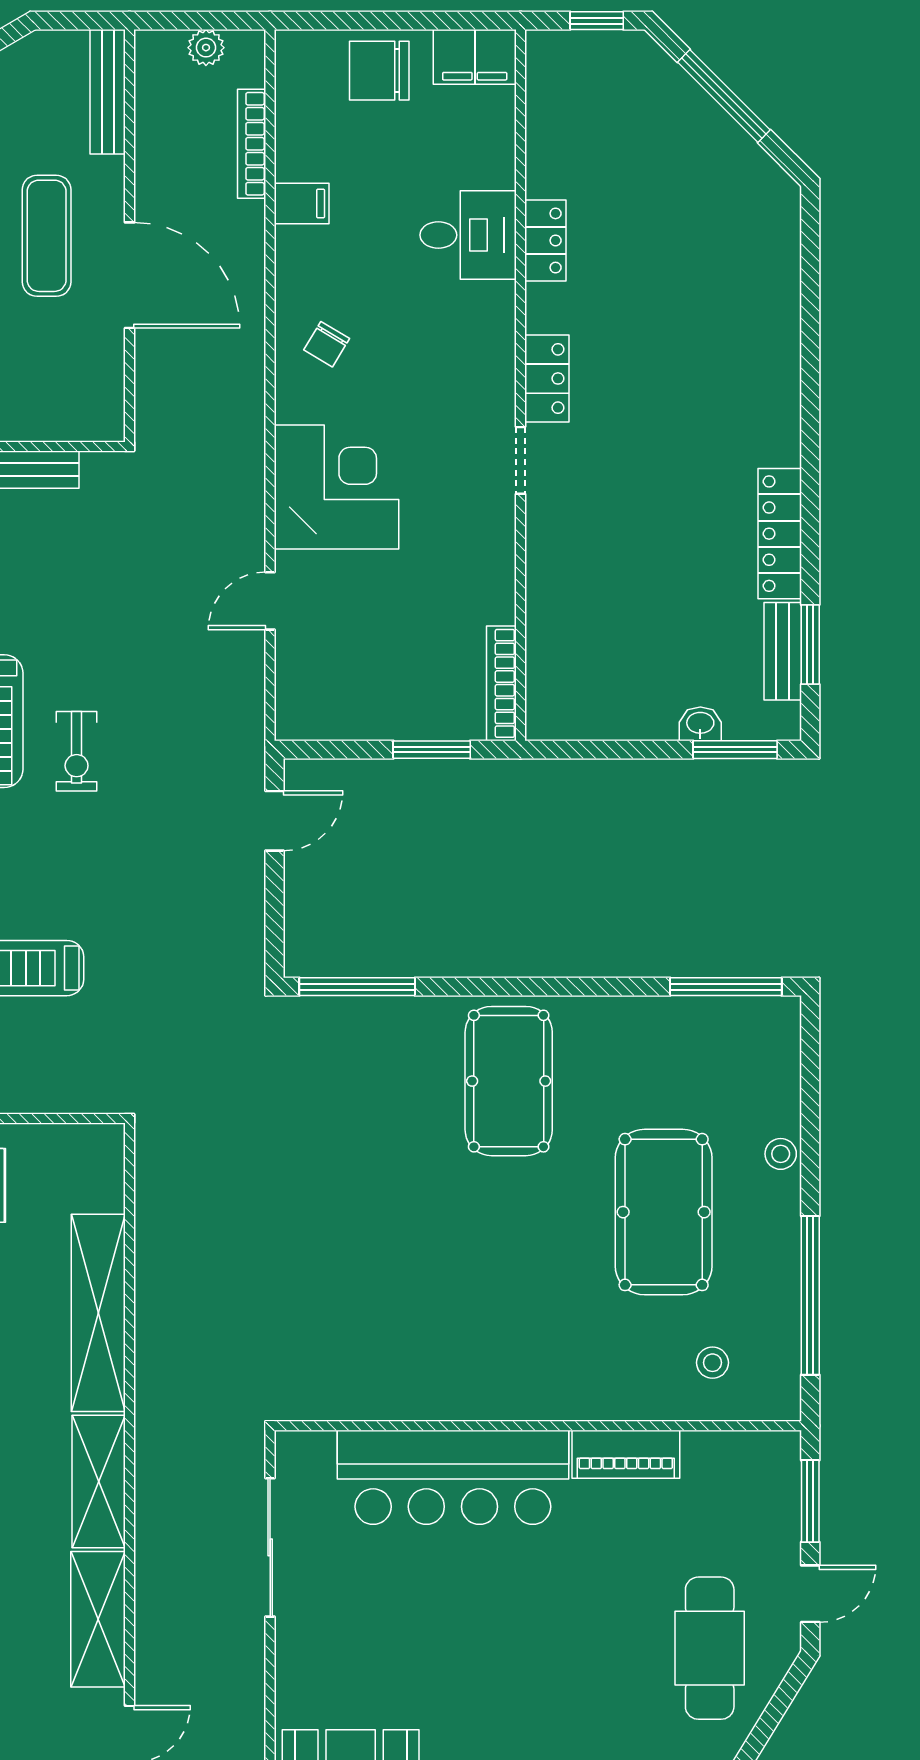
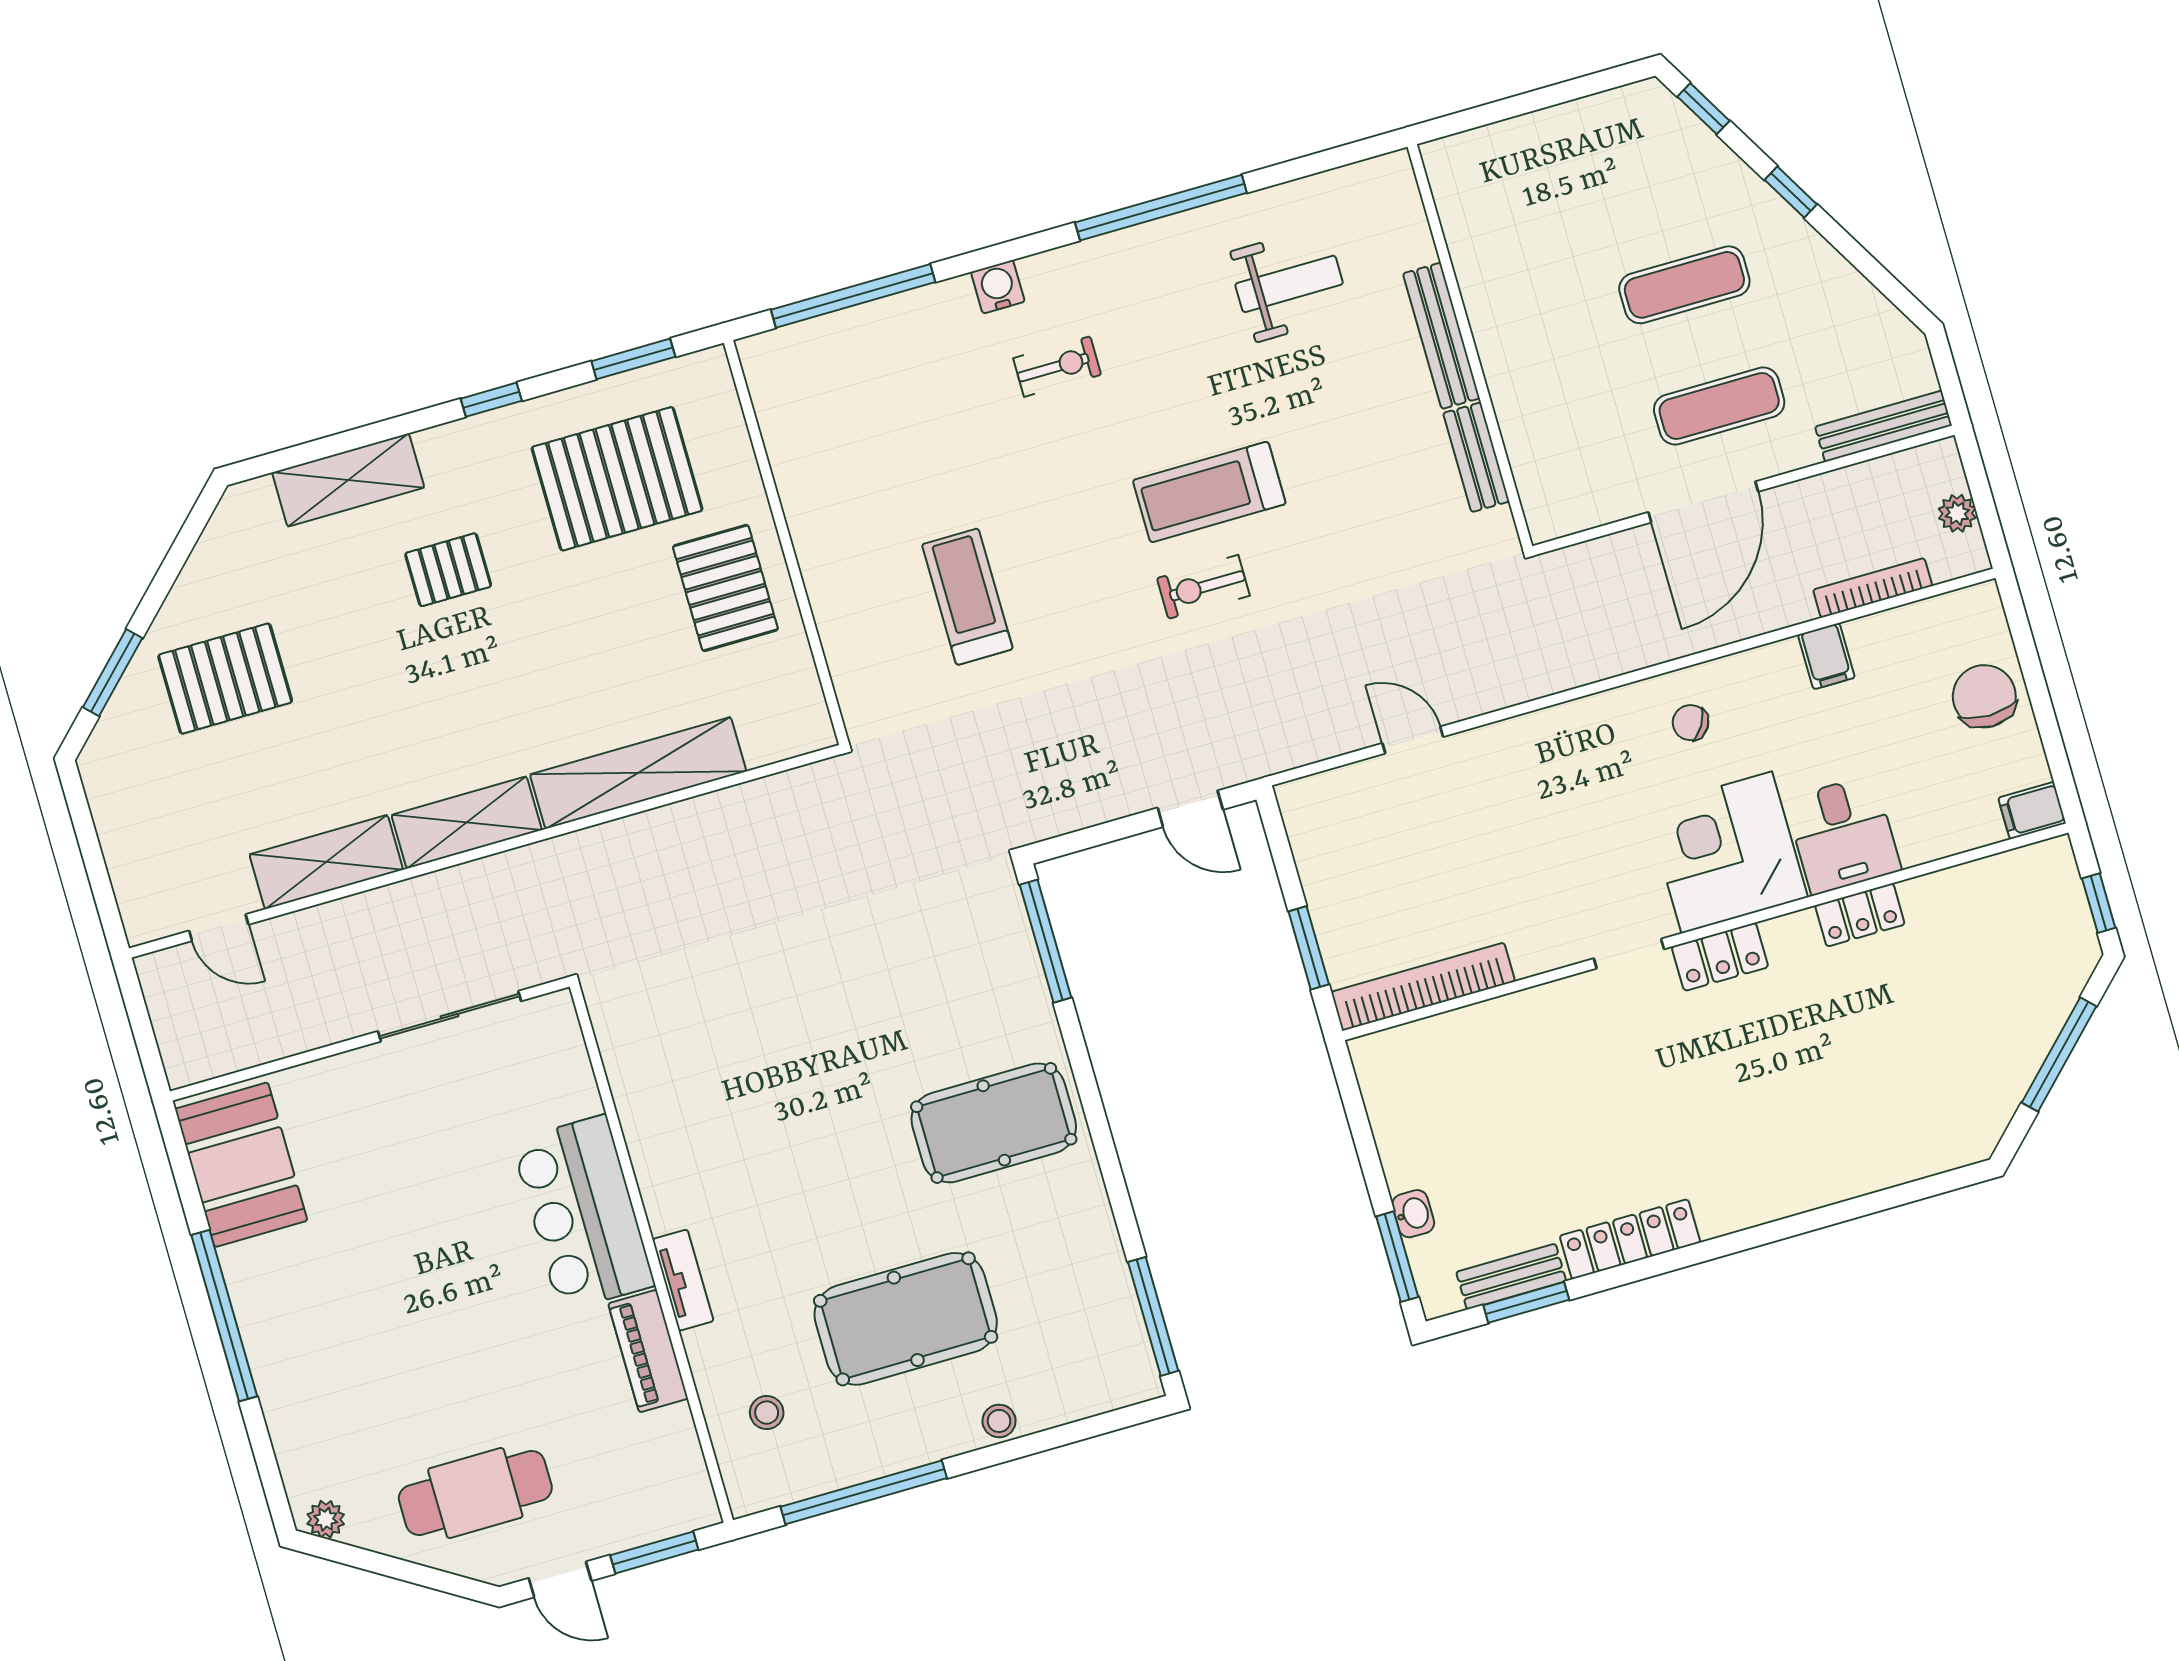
filing cabinet: (475, 57) -> (2032, 811), width x0.50
corner desk: (337, 487) -> (1727, 852), moved, turned 180
bookcase: (501, 683) -> (1423, 987), width x1.48, depth x1.31
tv unit: (570, 1404) -> (683, 1280), added
bar counter: (453, 1477) -> (583, 1213), width x0.73

